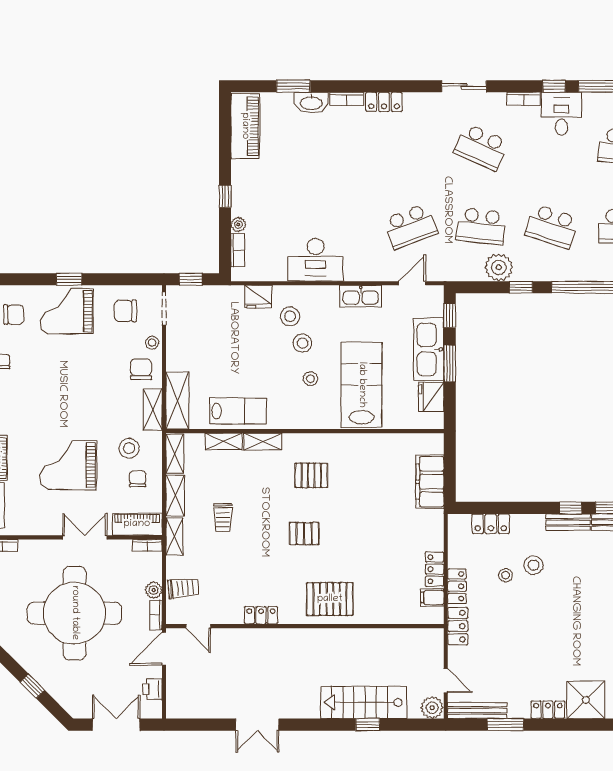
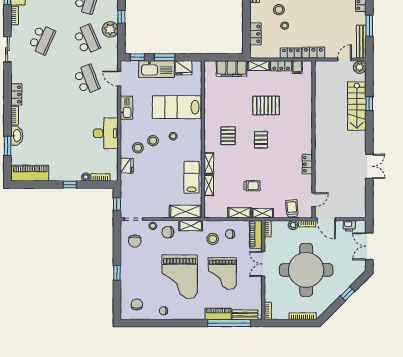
school desk: (481, 226) -> (87, 39), turned -30
grand piano: (67, 311) -> (180, 277), moved, width x1.37, depth x1.48
shelving: (175, 454) -> (259, 66), moved
pallet: (330, 599) -> (266, 105), moved, turned 90

